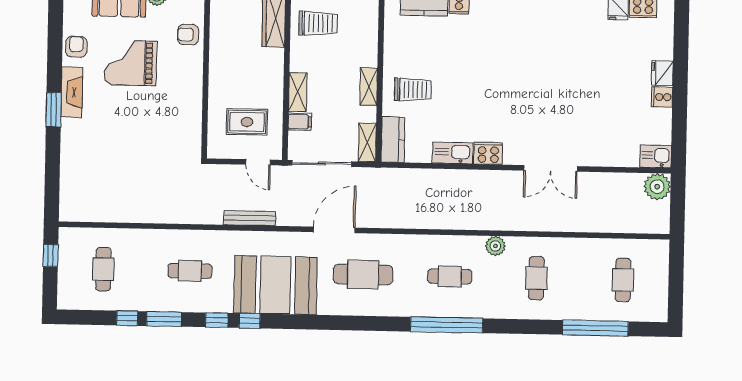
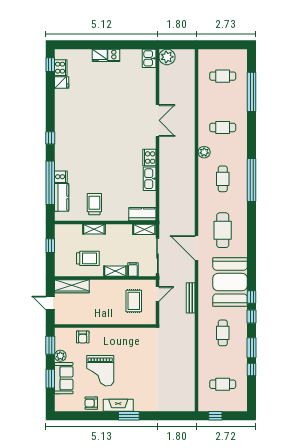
trolley: (318, 23) -> (88, 258), moved, turned 90
shelving: (369, 87) -> (94, 229), moved
trolley: (413, 90) -> (94, 204), moved

